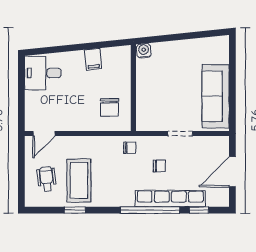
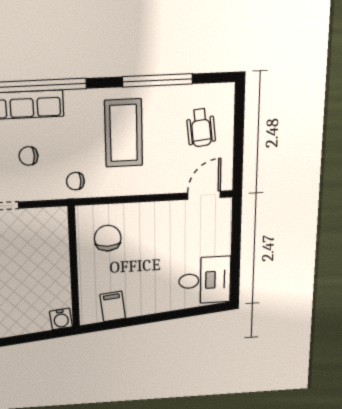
filing cabinet: (93, 59) -> (113, 306), moved
coffee table: (79, 180) -> (124, 133), moved
window: (75, 210) -> (158, 80), width x2.17

